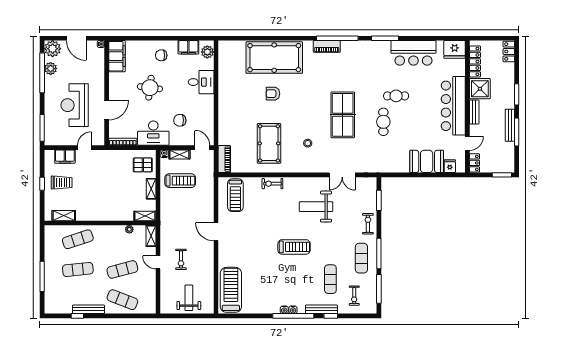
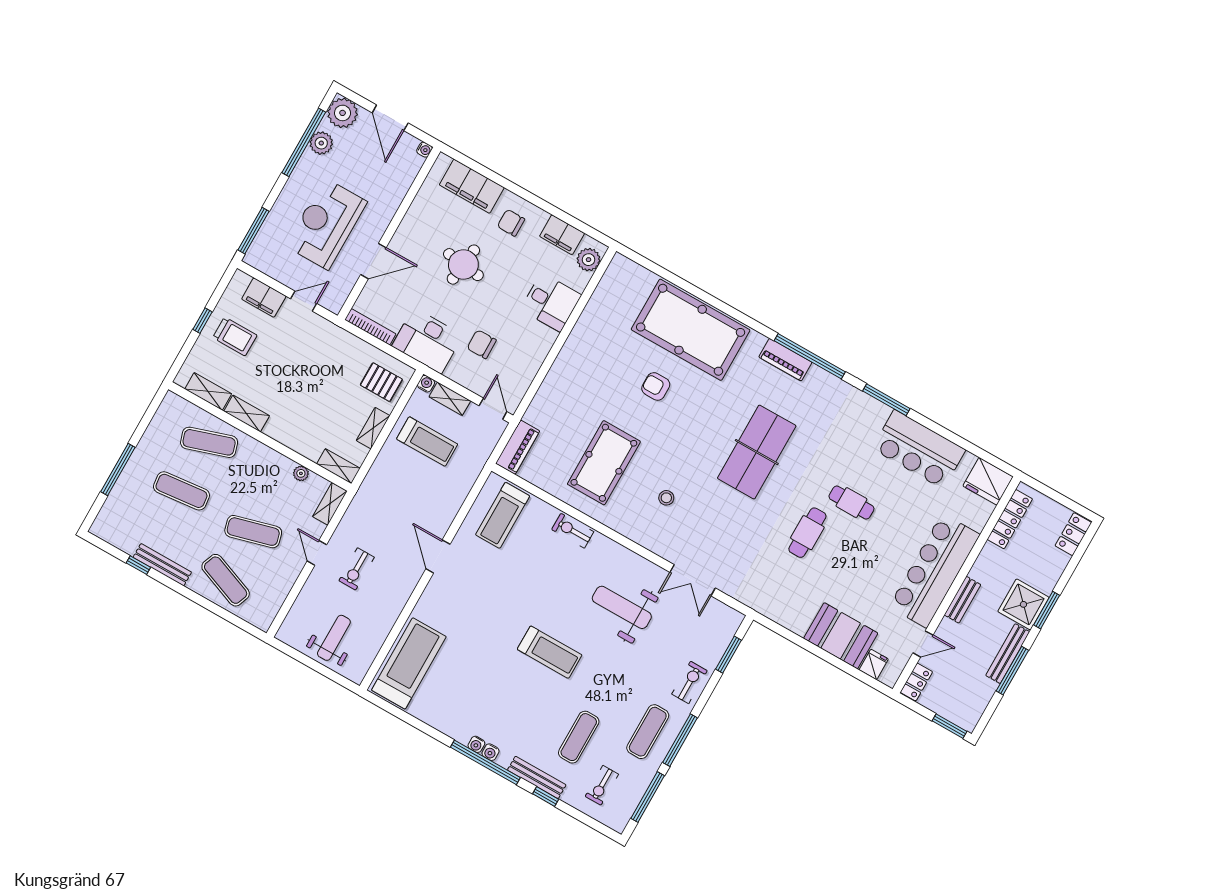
filing cabinet: (117, 56) -> (472, 186), moved, turned 90
shower: (480, 89) -> (1023, 604), moved
table tennis table: (343, 115) -> (757, 452), moved
shelving: (88, 216) -> (247, 414), added

